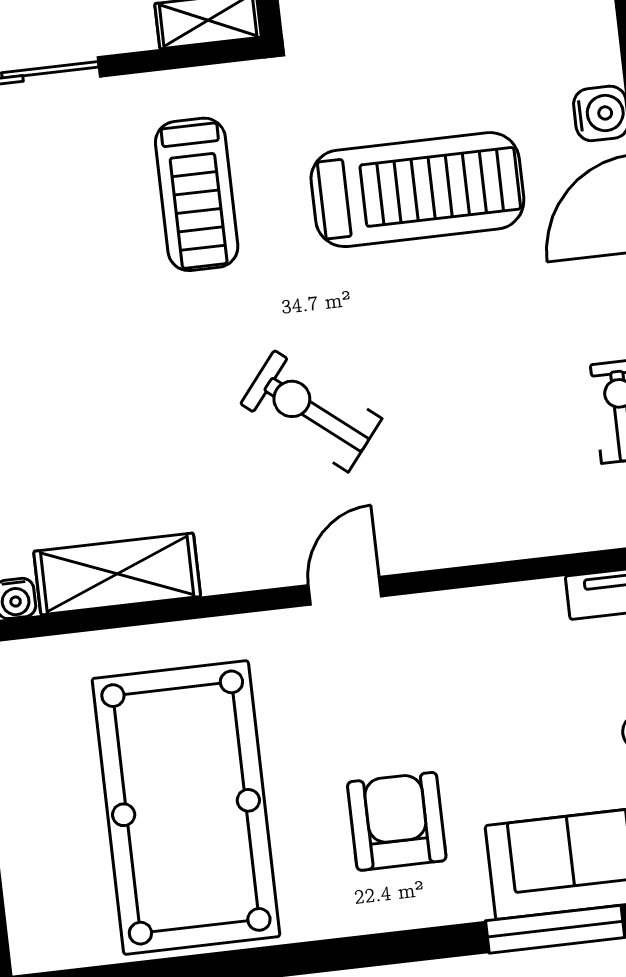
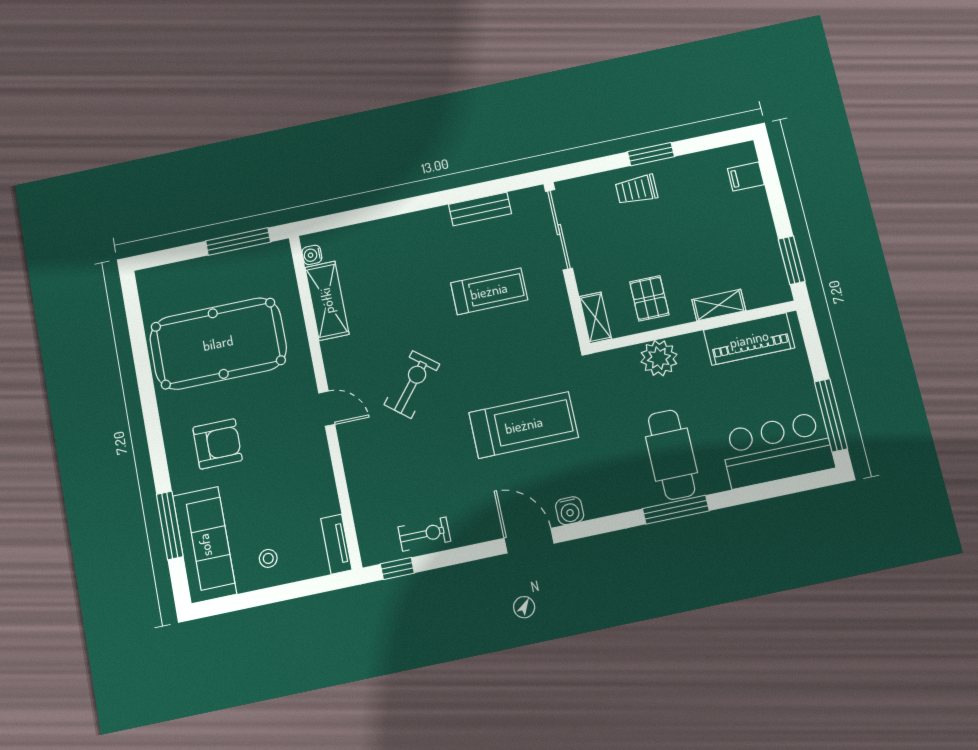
treadmill: (417, 190) -> (524, 425), turned -90
treadmill: (197, 194) -> (489, 291), moved, turned 180

